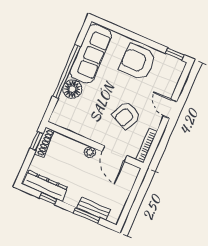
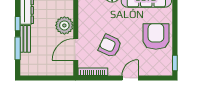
plant: (90, 152) -> (64, 25), width x1.88, depth x1.88
window: (48, 199) -> (18, 24), moved
bench: (94, 209) -> (25, 39), moved

